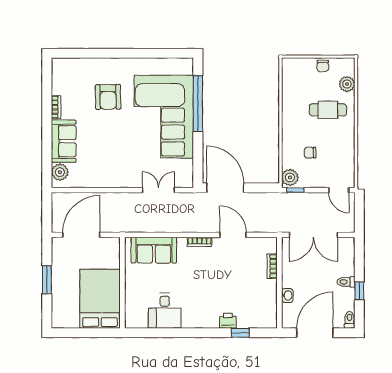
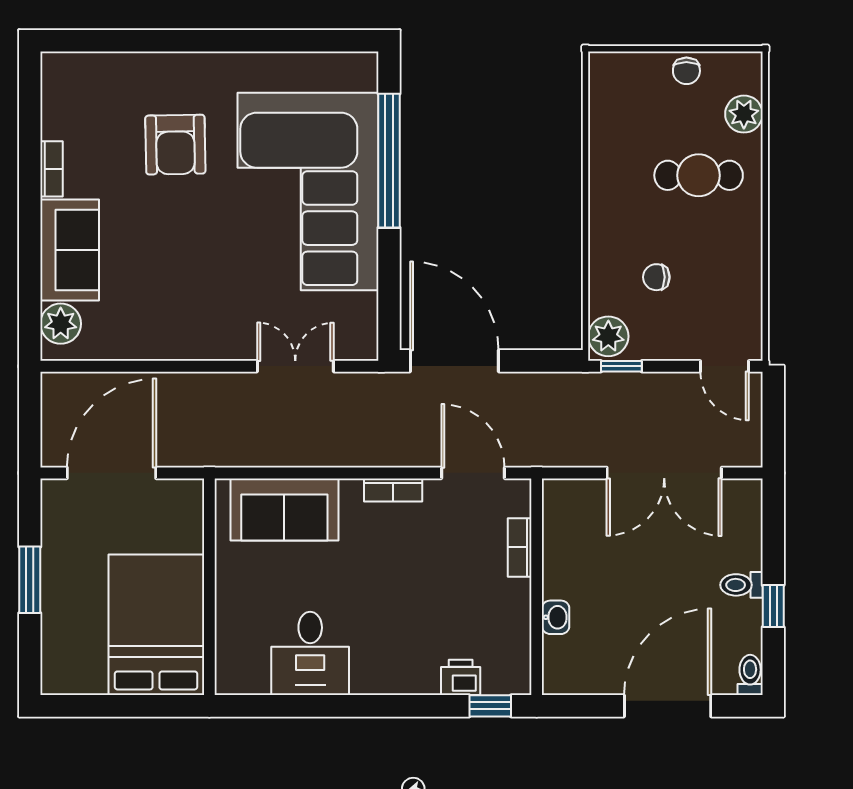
bookcase: (272, 266) -> (520, 547), moved
wall: (279, 283) -> (537, 587), moved
washbasin: (287, 296) -> (556, 617), moved

